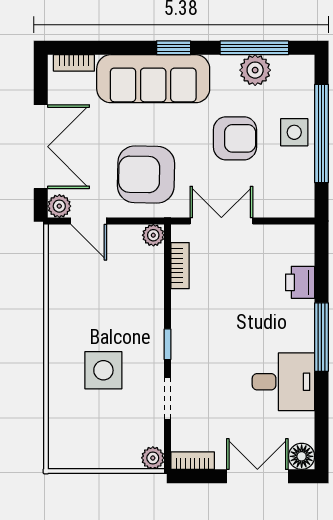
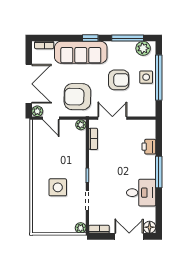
plant: (255, 70) -> (143, 48), moved

